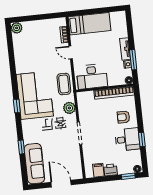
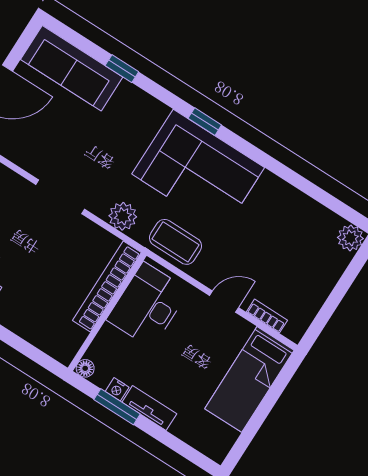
bookcase: (114, 93) -> (107, 286), moved
armchair: (123, 117) -> (25, 303), removed

